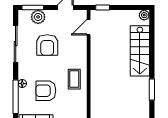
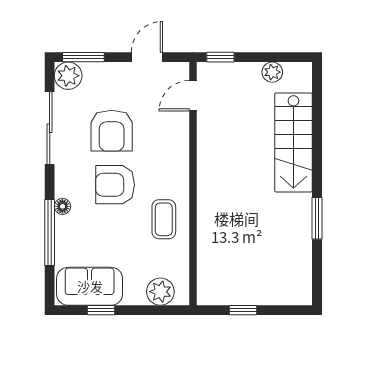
plant: (144, 15) -> (272, 72), moved
plant: (38, 17) -> (68, 76), moved
coffee table: (74, 79) -> (164, 219), moved
armchair: (46, 91) -> (115, 185), moved

